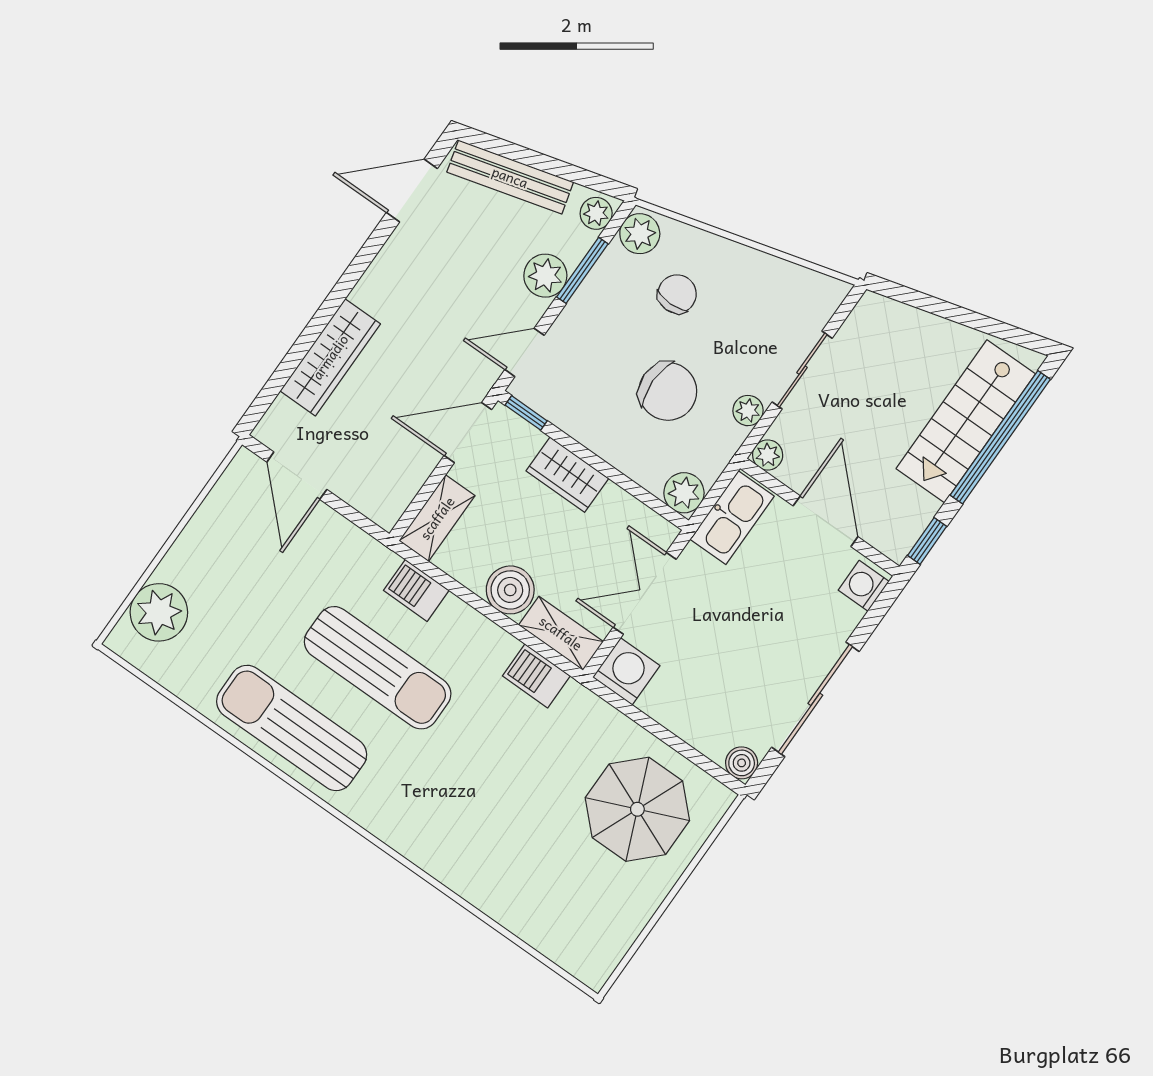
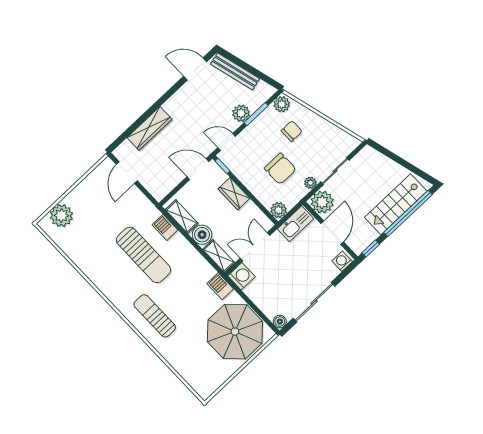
plant: (596, 213) -> (266, 93), removed
plant: (768, 455) -> (322, 202), width x1.88, depth x1.88
shelving: (437, 518) -> (182, 217), moved, turned 90
barbecue: (536, 676) -> (220, 286), moved
sun lounger: (292, 728) -> (155, 316), moved, width x0.73, depth x0.75
parasol: (637, 809) -> (235, 332), width x1.36, depth x1.36

